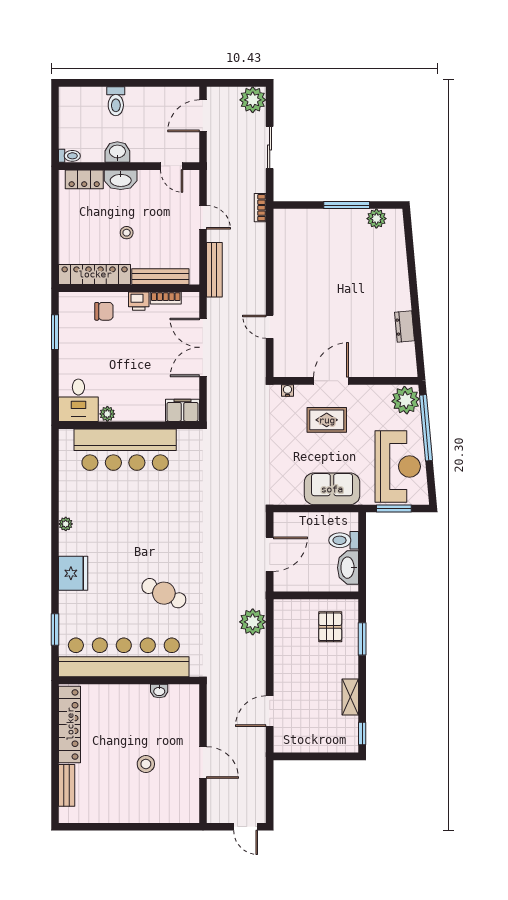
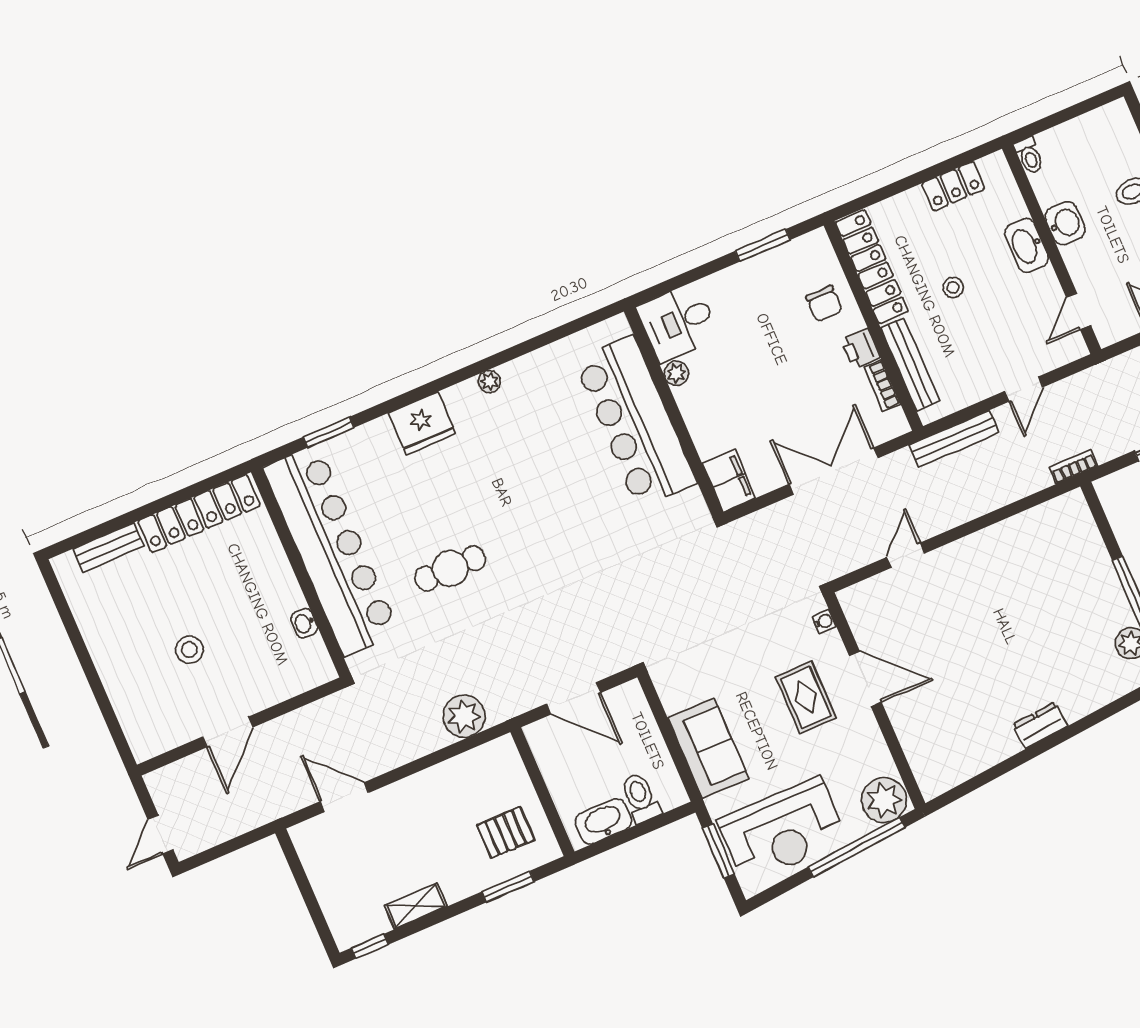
locker: (84, 179) -> (953, 186), moved, turned -90
dresser: (405, 327) -> (1040, 725), moved
cafe table: (164, 593) -> (450, 568), turned 64

